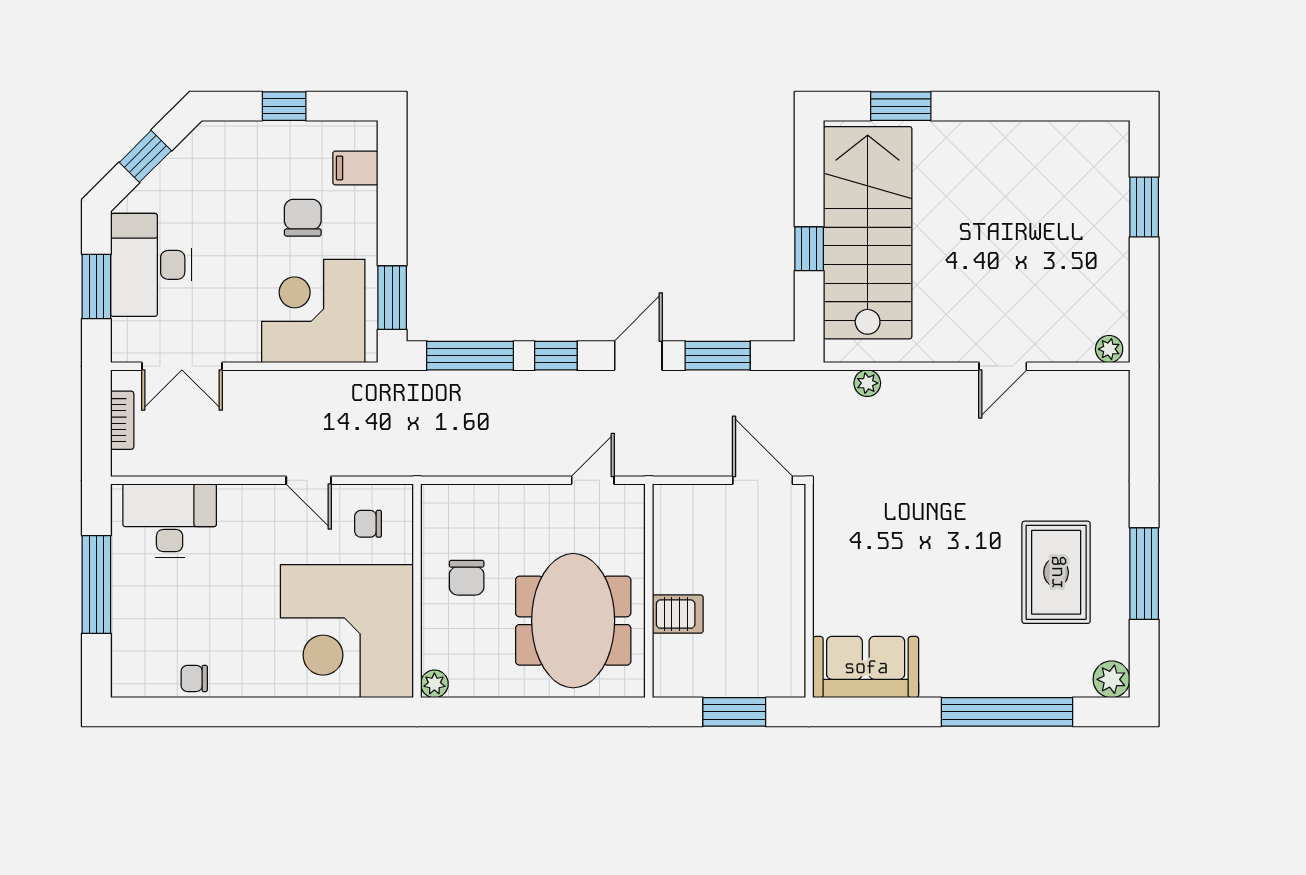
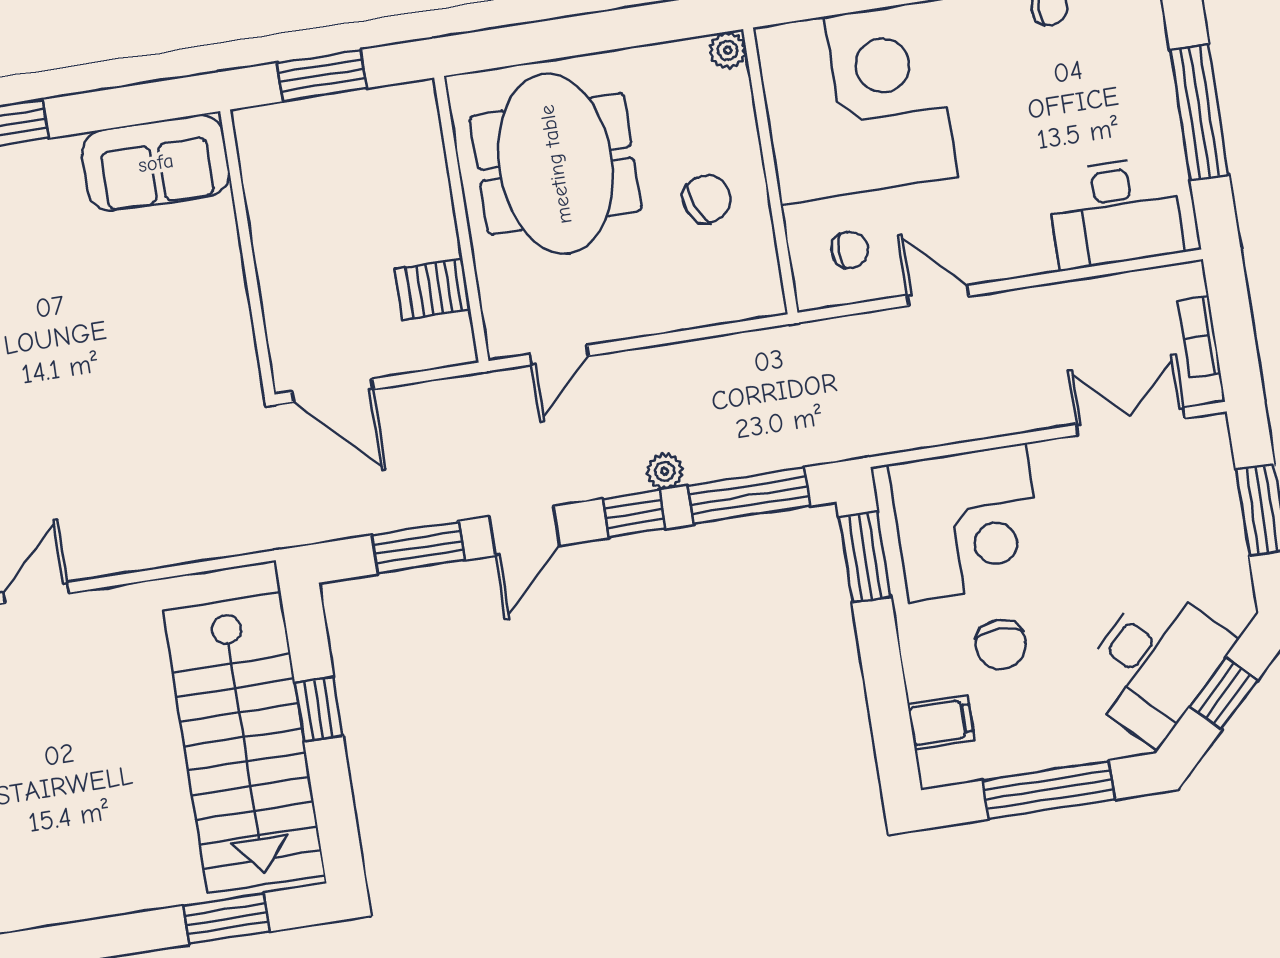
window: (284, 106) -> (1049, 790), width x2.17
desk: (151, 265) -> (1154, 663), moved, turned 45
plant: (867, 383) -> (665, 471), moved
chair: (467, 578) -> (707, 199), turned 68
server rack: (678, 614) -> (433, 289), moved

